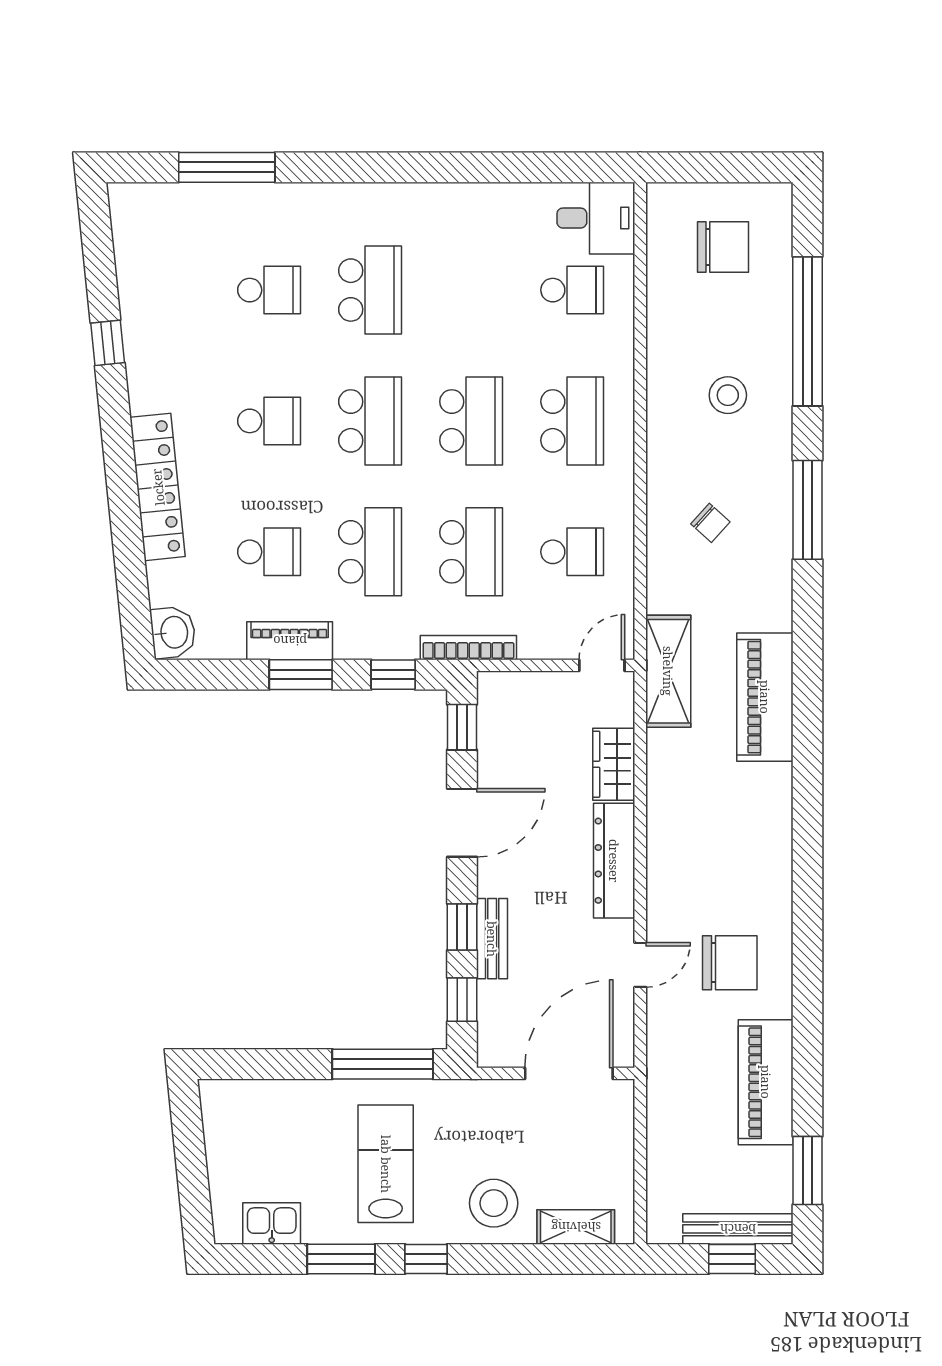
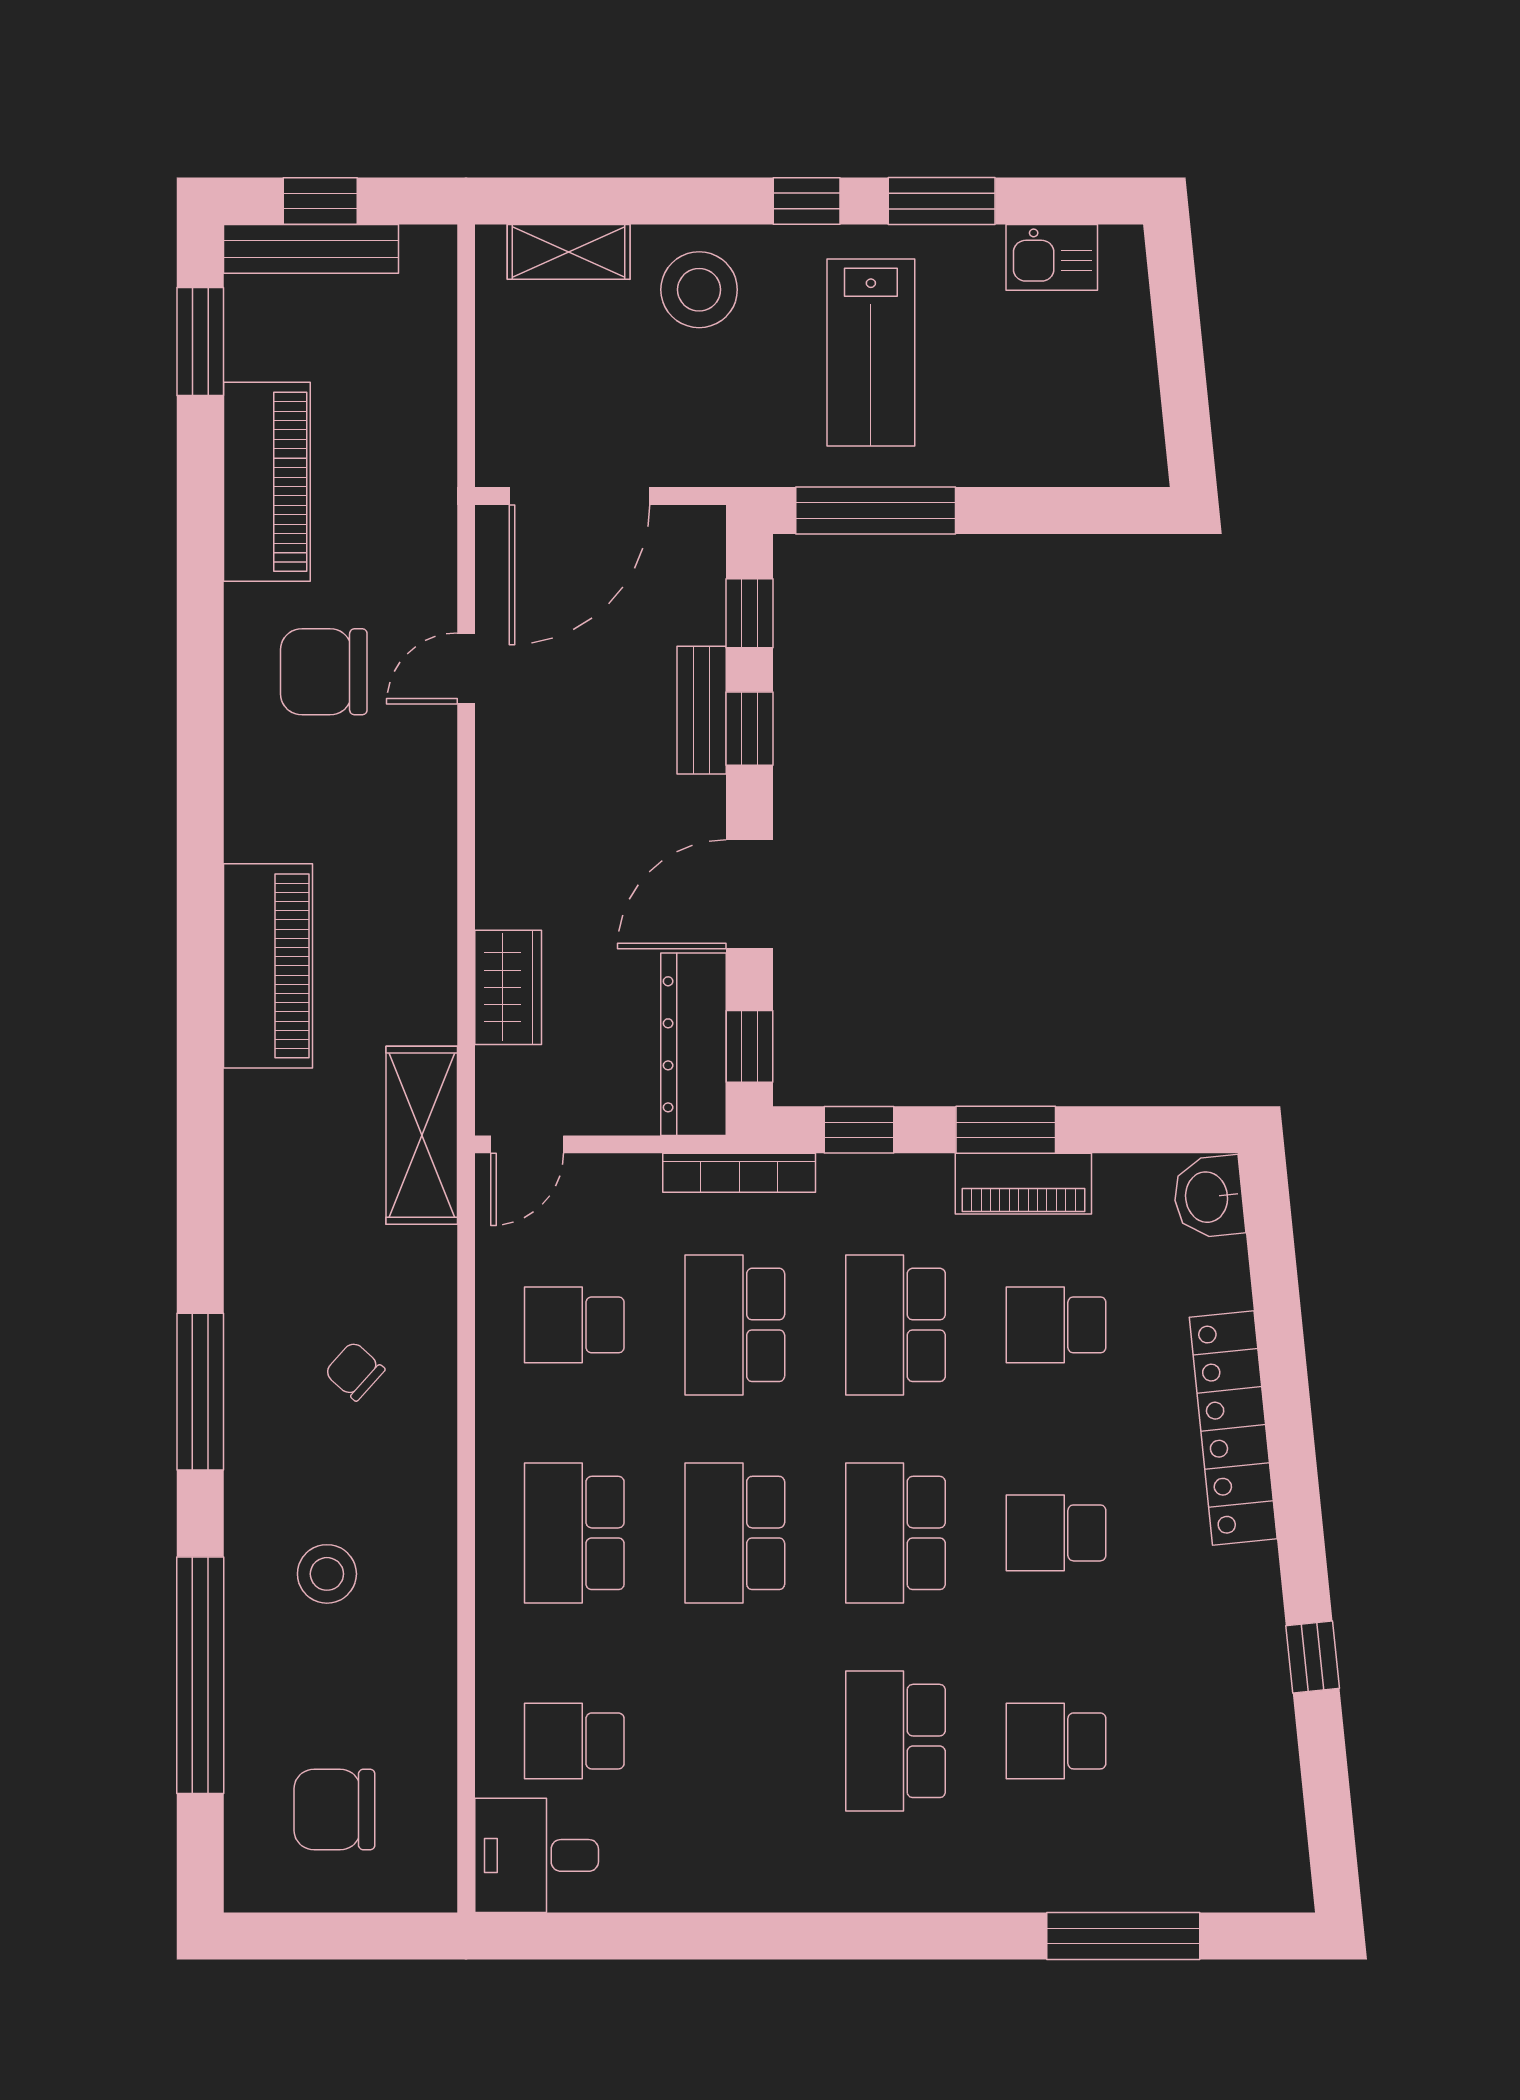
piano: (765, 697) -> (268, 966), moved
dresser: (614, 861) -> (693, 1044), moved, turned 180

